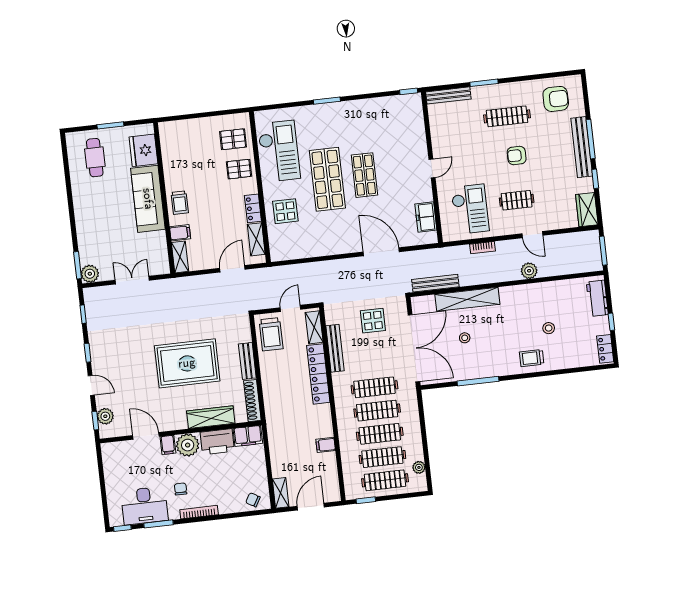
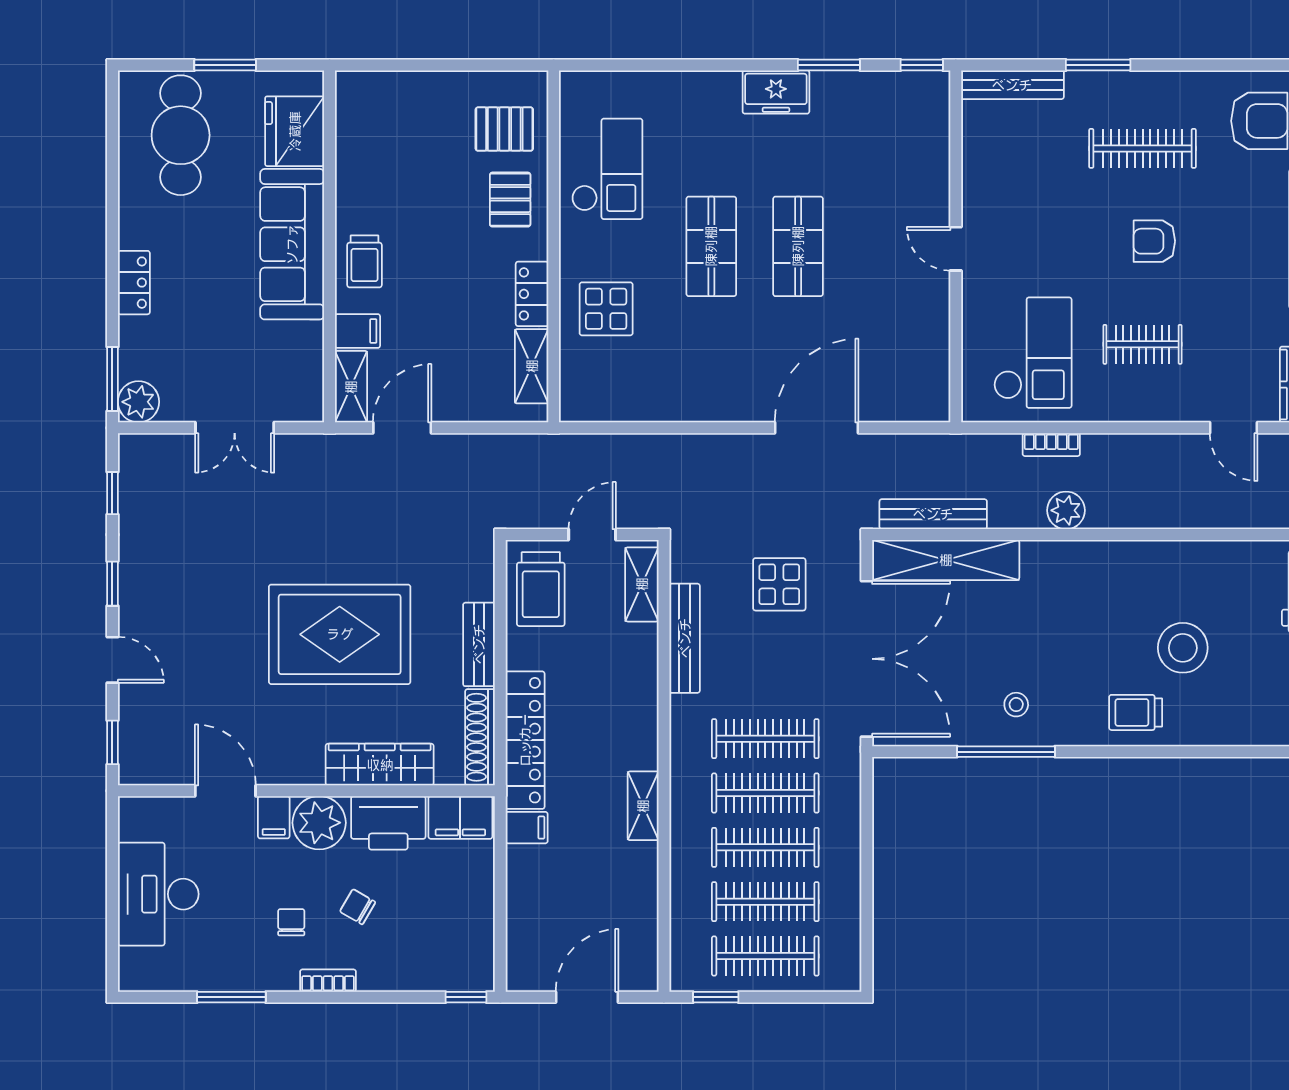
window: (327, 101) -> (829, 65), moved
checkout: (279, 151) -> (607, 169), width x0.73, depth x0.83
cafe table: (95, 158) -> (181, 135), width x1.37, depth x1.35
door: (432, 168) -> (956, 249), swing flipped
pallet: (239, 169) -> (510, 200), turned 90
shop shelf: (327, 179) -> (711, 246), width x0.70, depth x0.74
freezer: (426, 217) -> (776, 92), moved, turned -90
locker: (82, 223) -> (134, 283), added
door: (532, 235) -> (1234, 428), moved
door: (381, 252) -> (817, 428), hinge flipped
door: (232, 269) -> (402, 428), moved
plant: (529, 271) -> (1066, 510), moved
double door: (132, 280) -> (235, 428), swing flipped
shelving: (467, 299) -> (946, 560), moved
stool: (549, 328) -> (1183, 648), width x1.89, depth x1.89
stool: (465, 338) -> (1016, 705), moved
locker: (318, 374) -> (525, 740), moved, turned 180
plant: (105, 416) -> (137, 735), removed
filing cabinet: (326, 445) -> (527, 828), moved, turned 180
plant: (419, 467) -> (847, 935), removed
shelving: (281, 493) -> (643, 806), moved
chair: (253, 500) -> (358, 907), moved
desk: (145, 506) -> (158, 894), moved, turned 90
bookcase: (199, 512) -> (328, 981), width x0.64
window: (122, 528) -> (466, 997), moved

